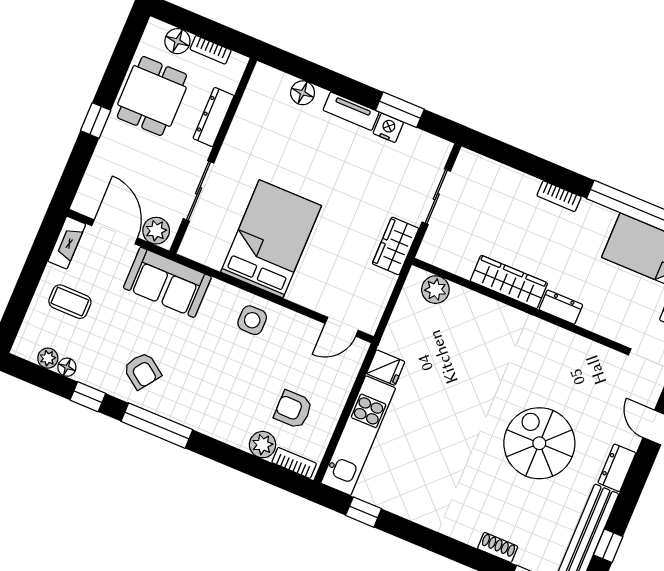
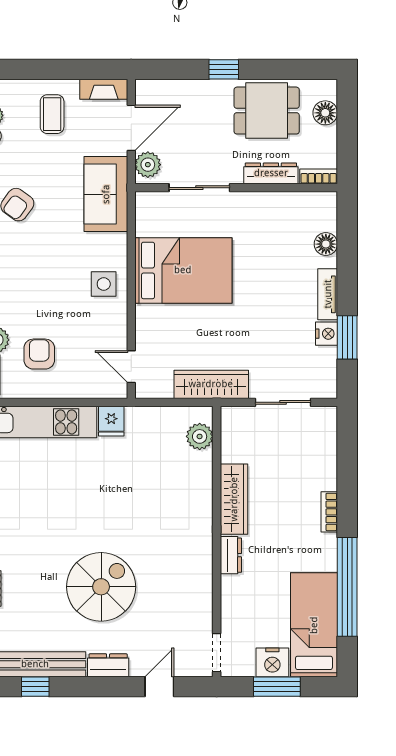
bookcase: (211, 50) -> (319, 176), moved, turned 90
wardrobe: (395, 246) -> (211, 384), width x1.50

